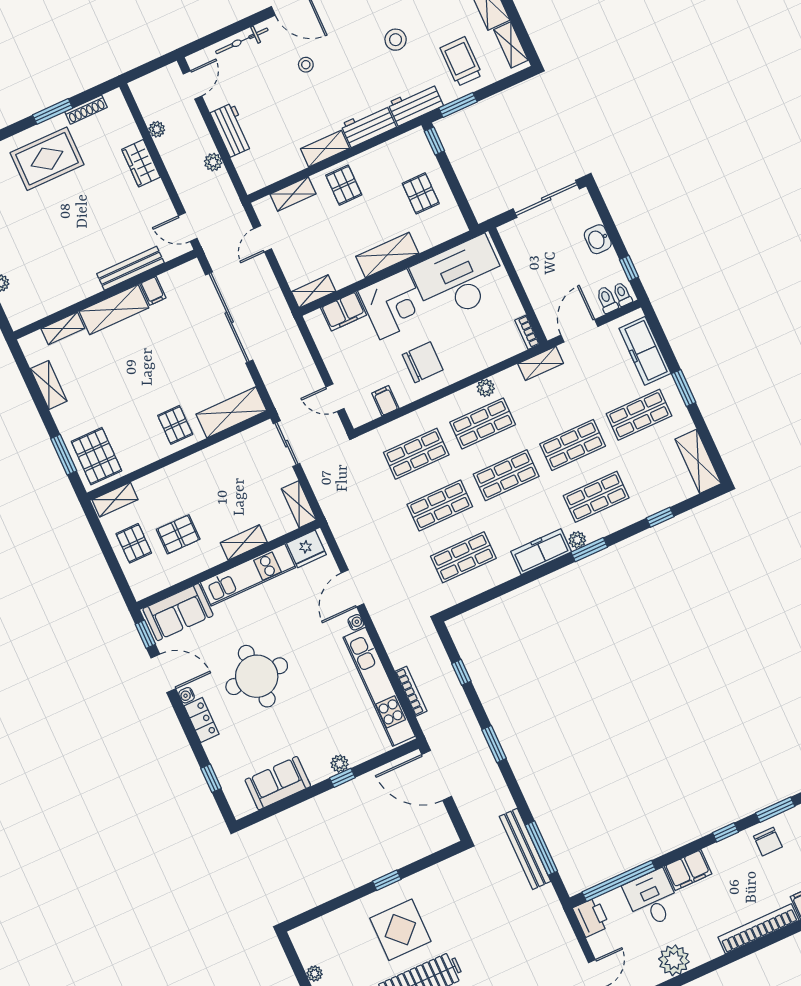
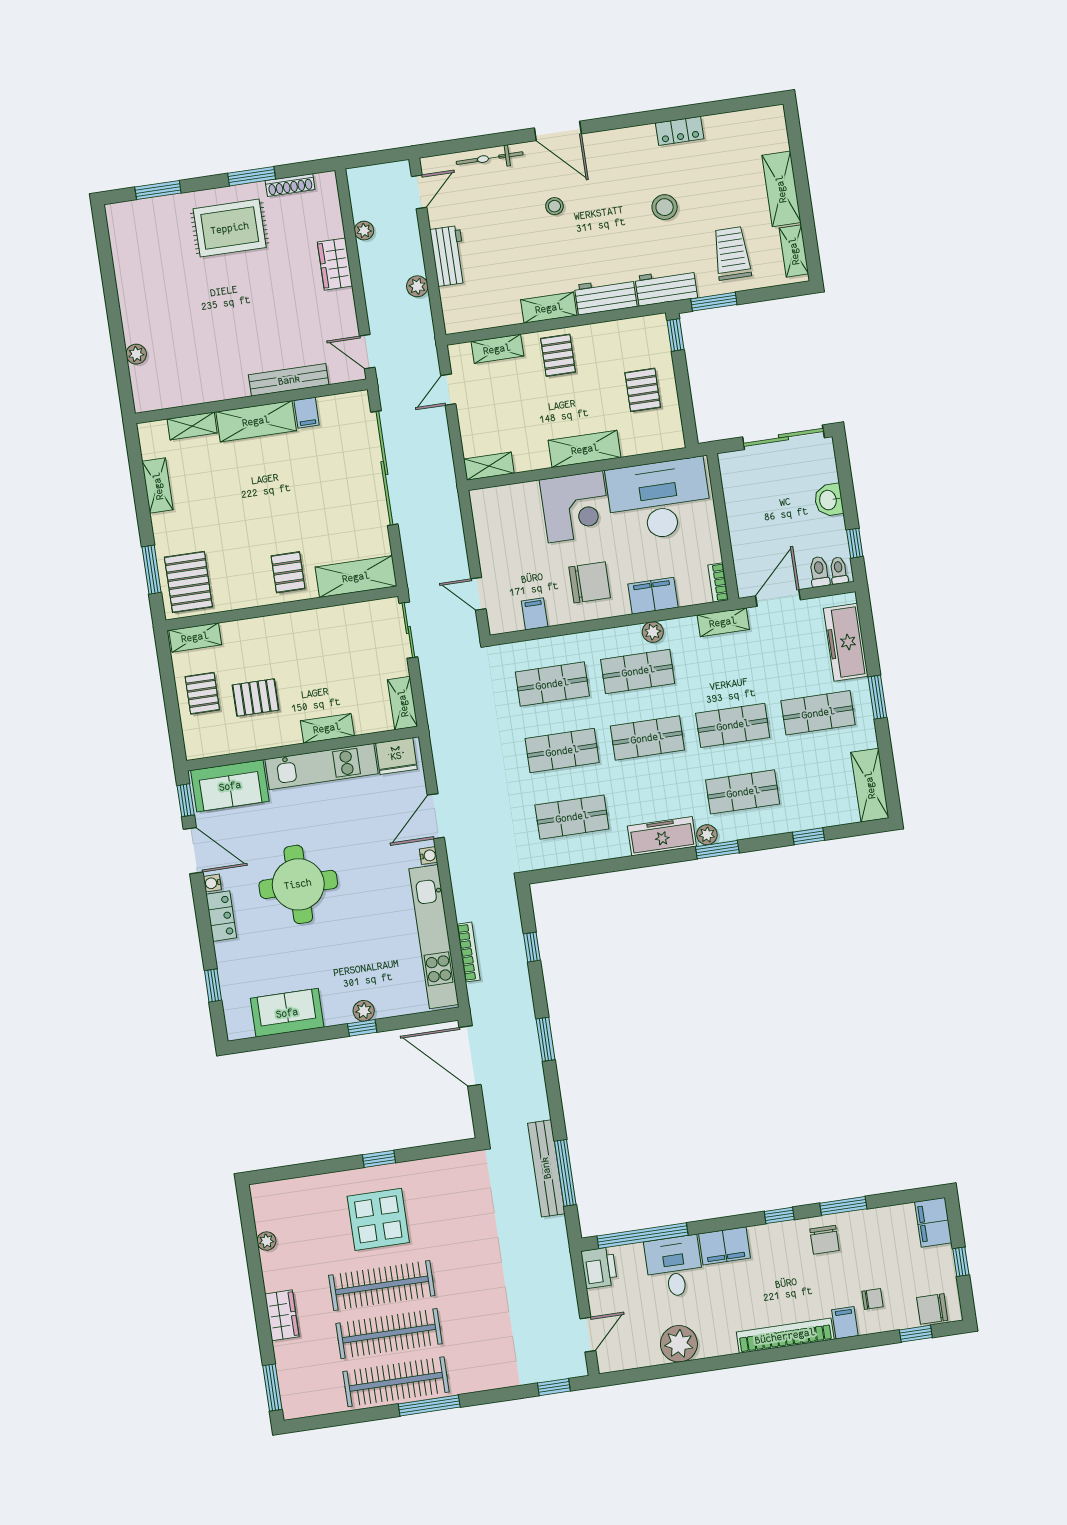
filing cabinet: (344, 311) -> (653, 596), moved, turned 180

